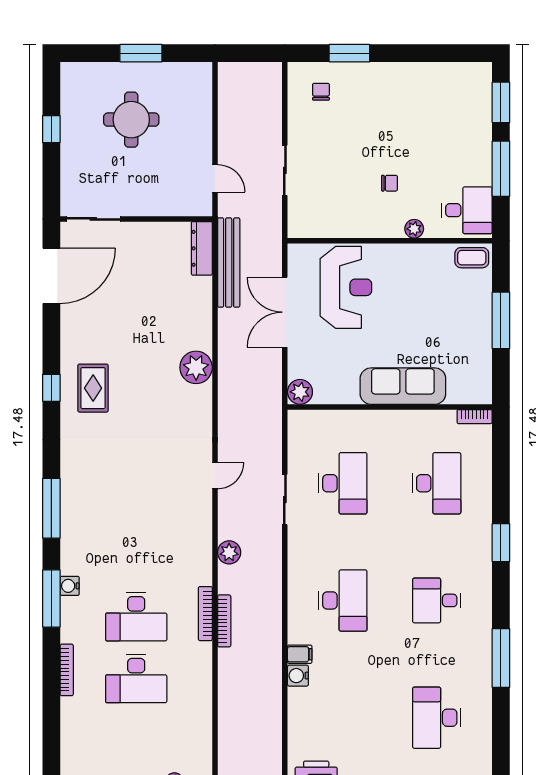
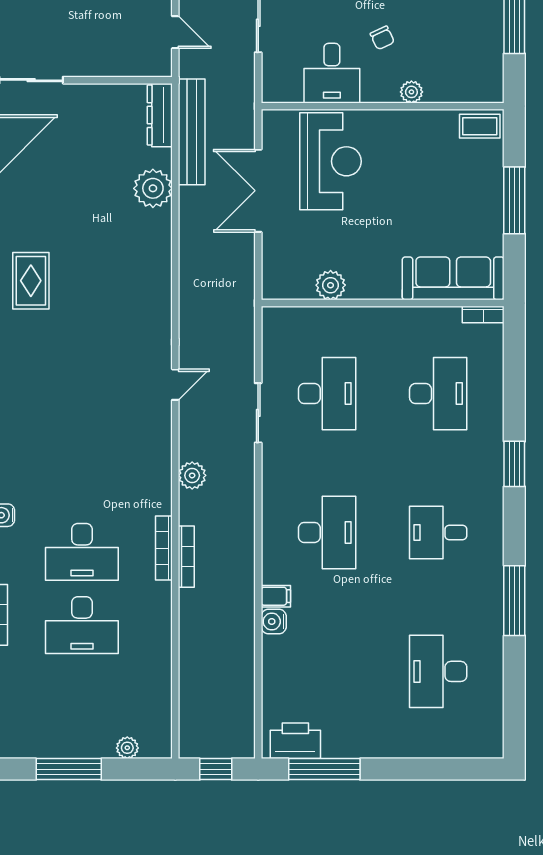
chair: (390, 183) -> (382, 38), turned 65
desk: (467, 210) -> (332, 73), moved, turned 90
plant: (196, 367) -> (153, 188), moved
sofa: (403, 386) -> (453, 278), moved
plant: (300, 392) -> (331, 285), moved

